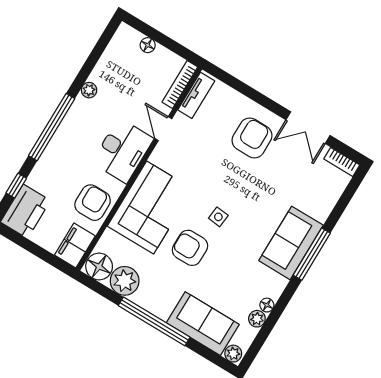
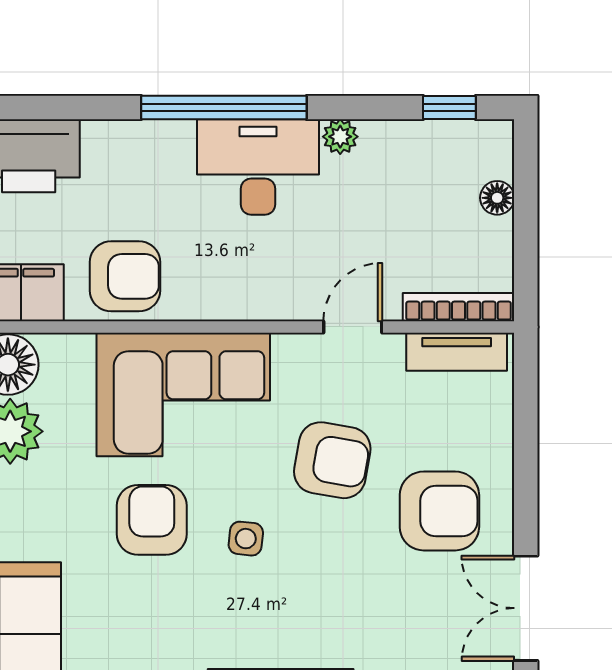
desk: (123, 151) -> (258, 167), moved, turned 180
armchair: (209, 167) -> (332, 460), added
window: (16, 186) -> (449, 107), moved

